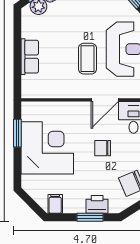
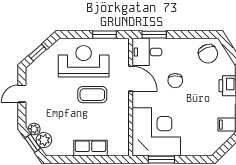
corner desk: (47, 148) -> (156, 132), moved, turned 90

